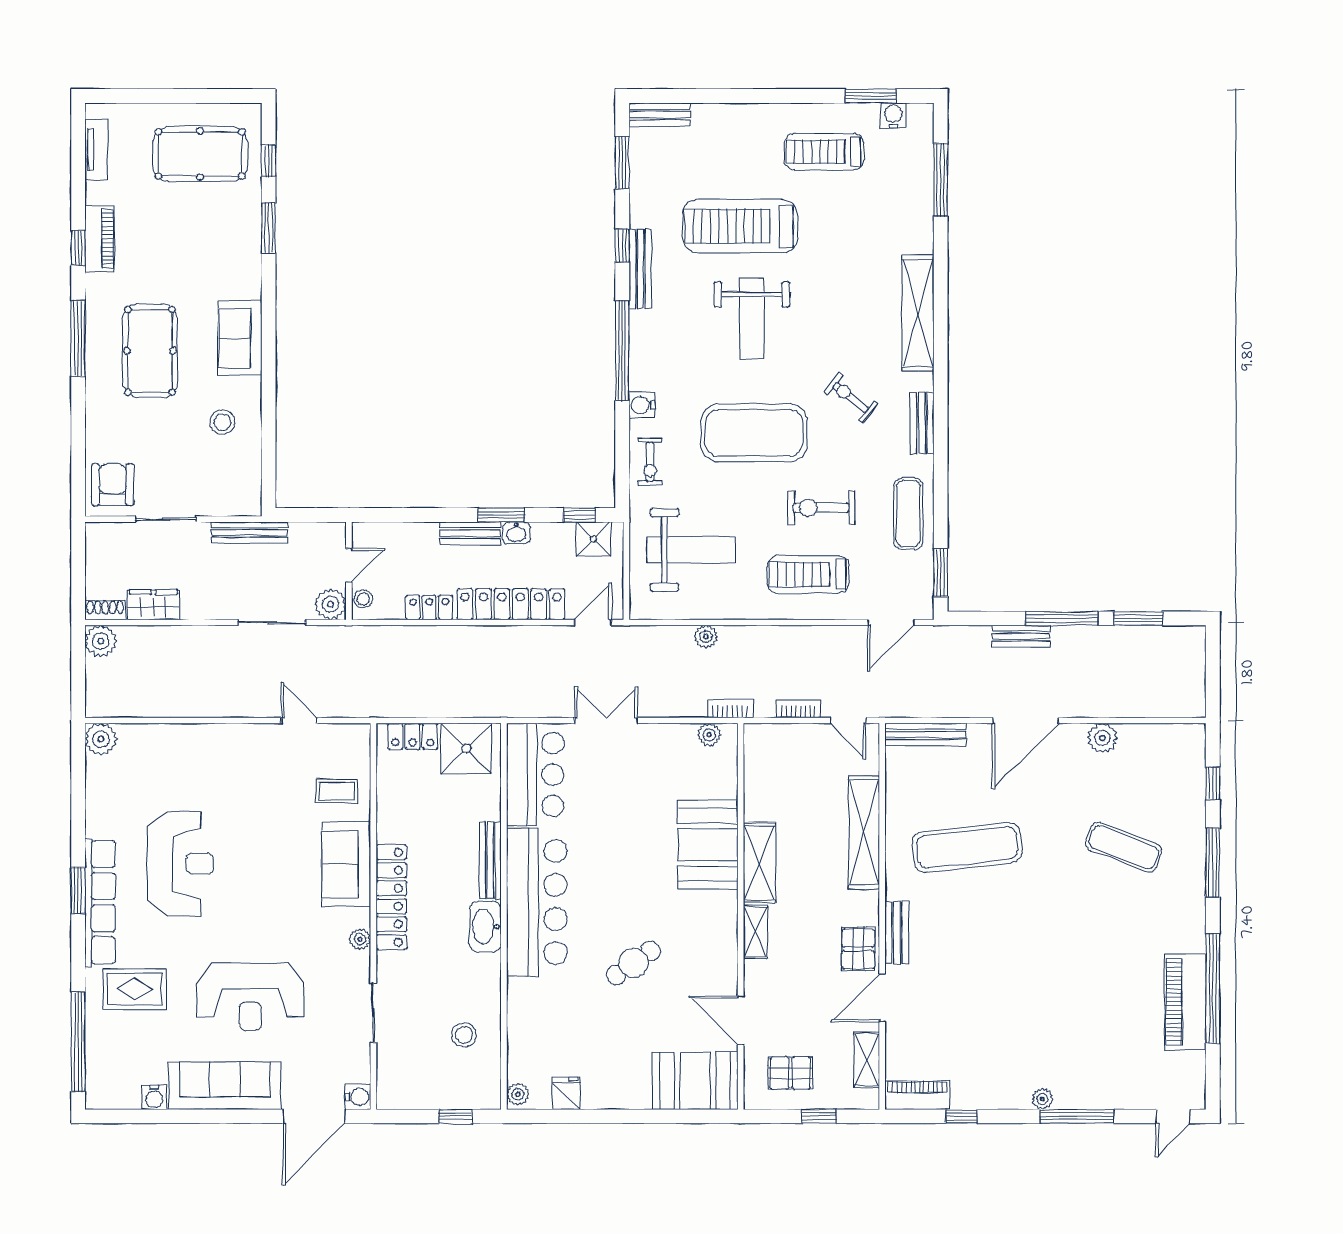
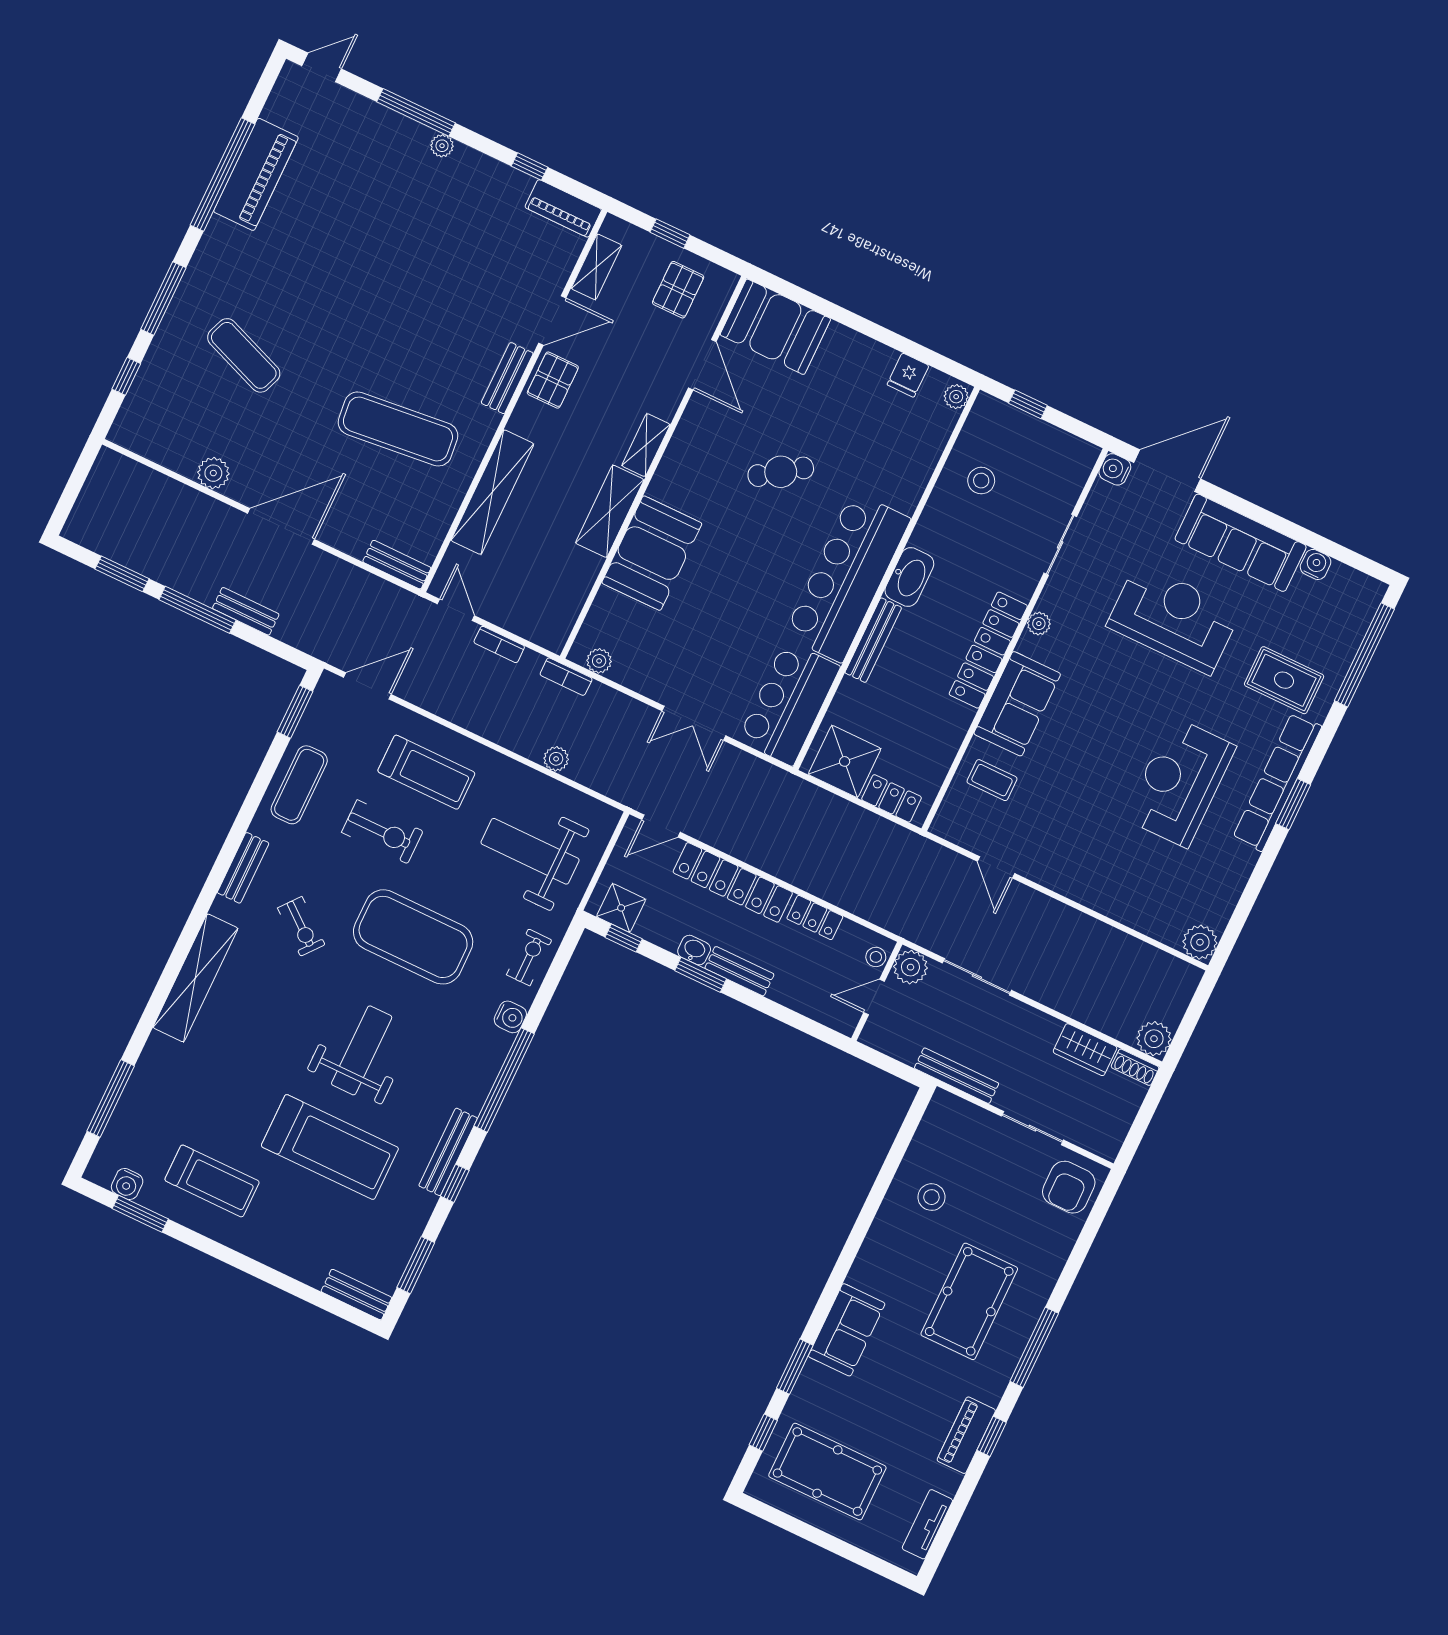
sofa: (240, 338) -> (847, 1330), moved
bench: (925, 735) -> (397, 565), width x0.73
pallet: (790, 1073) -> (678, 290), turned 90

